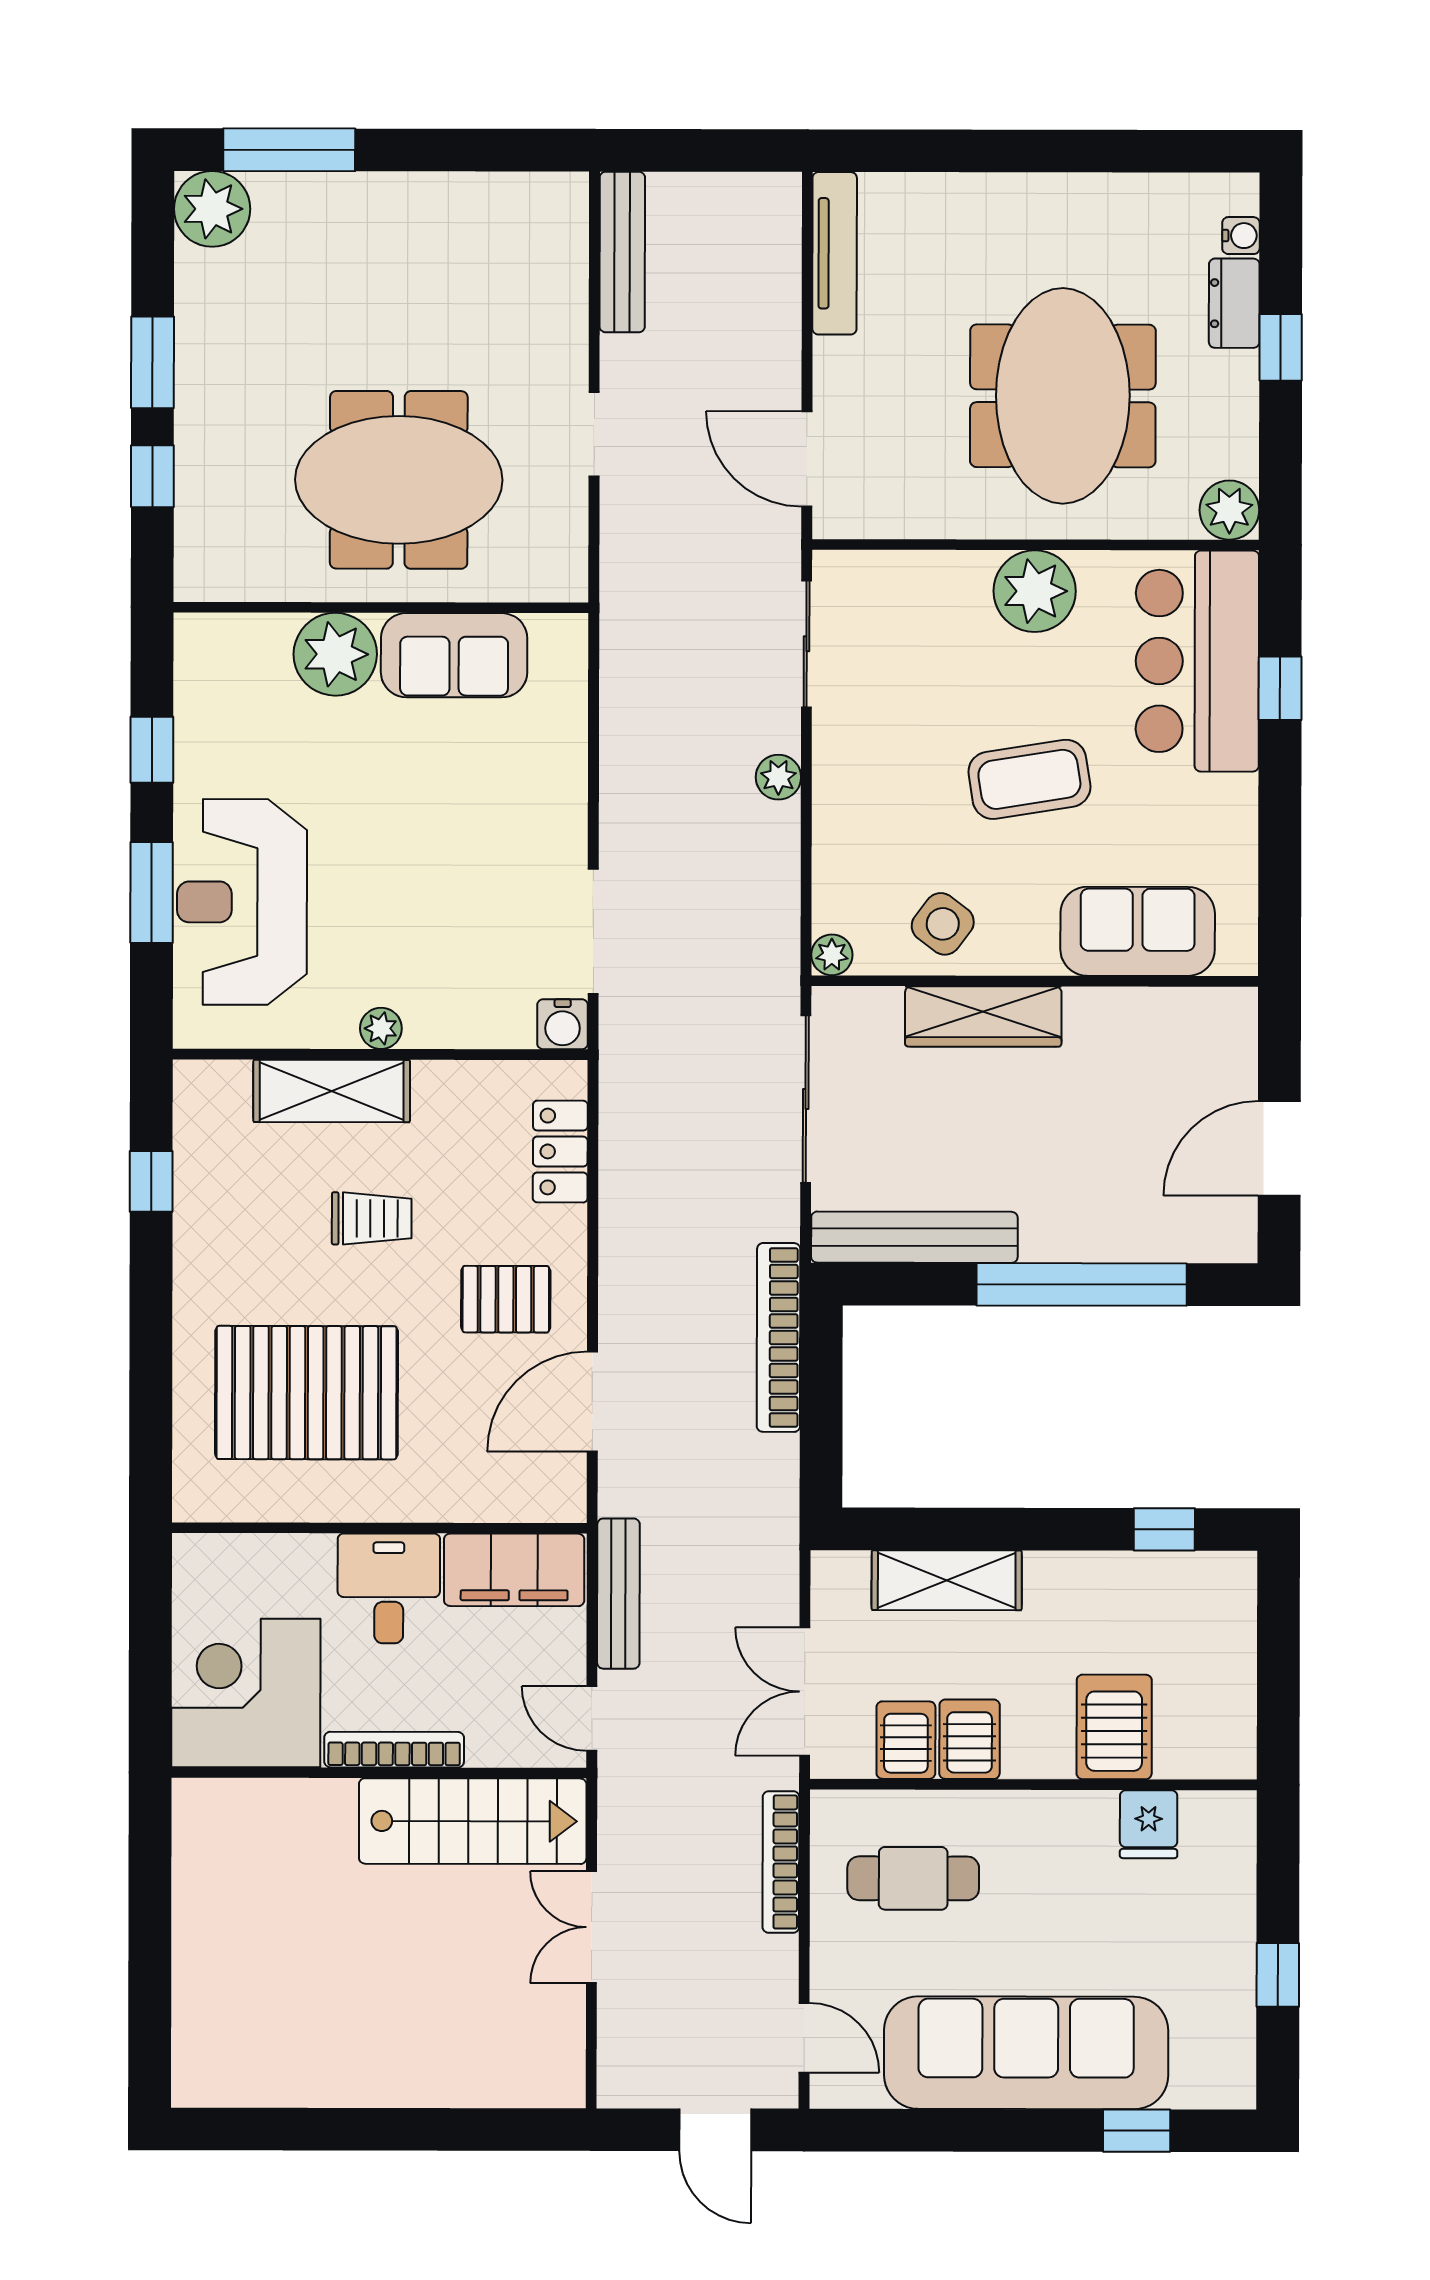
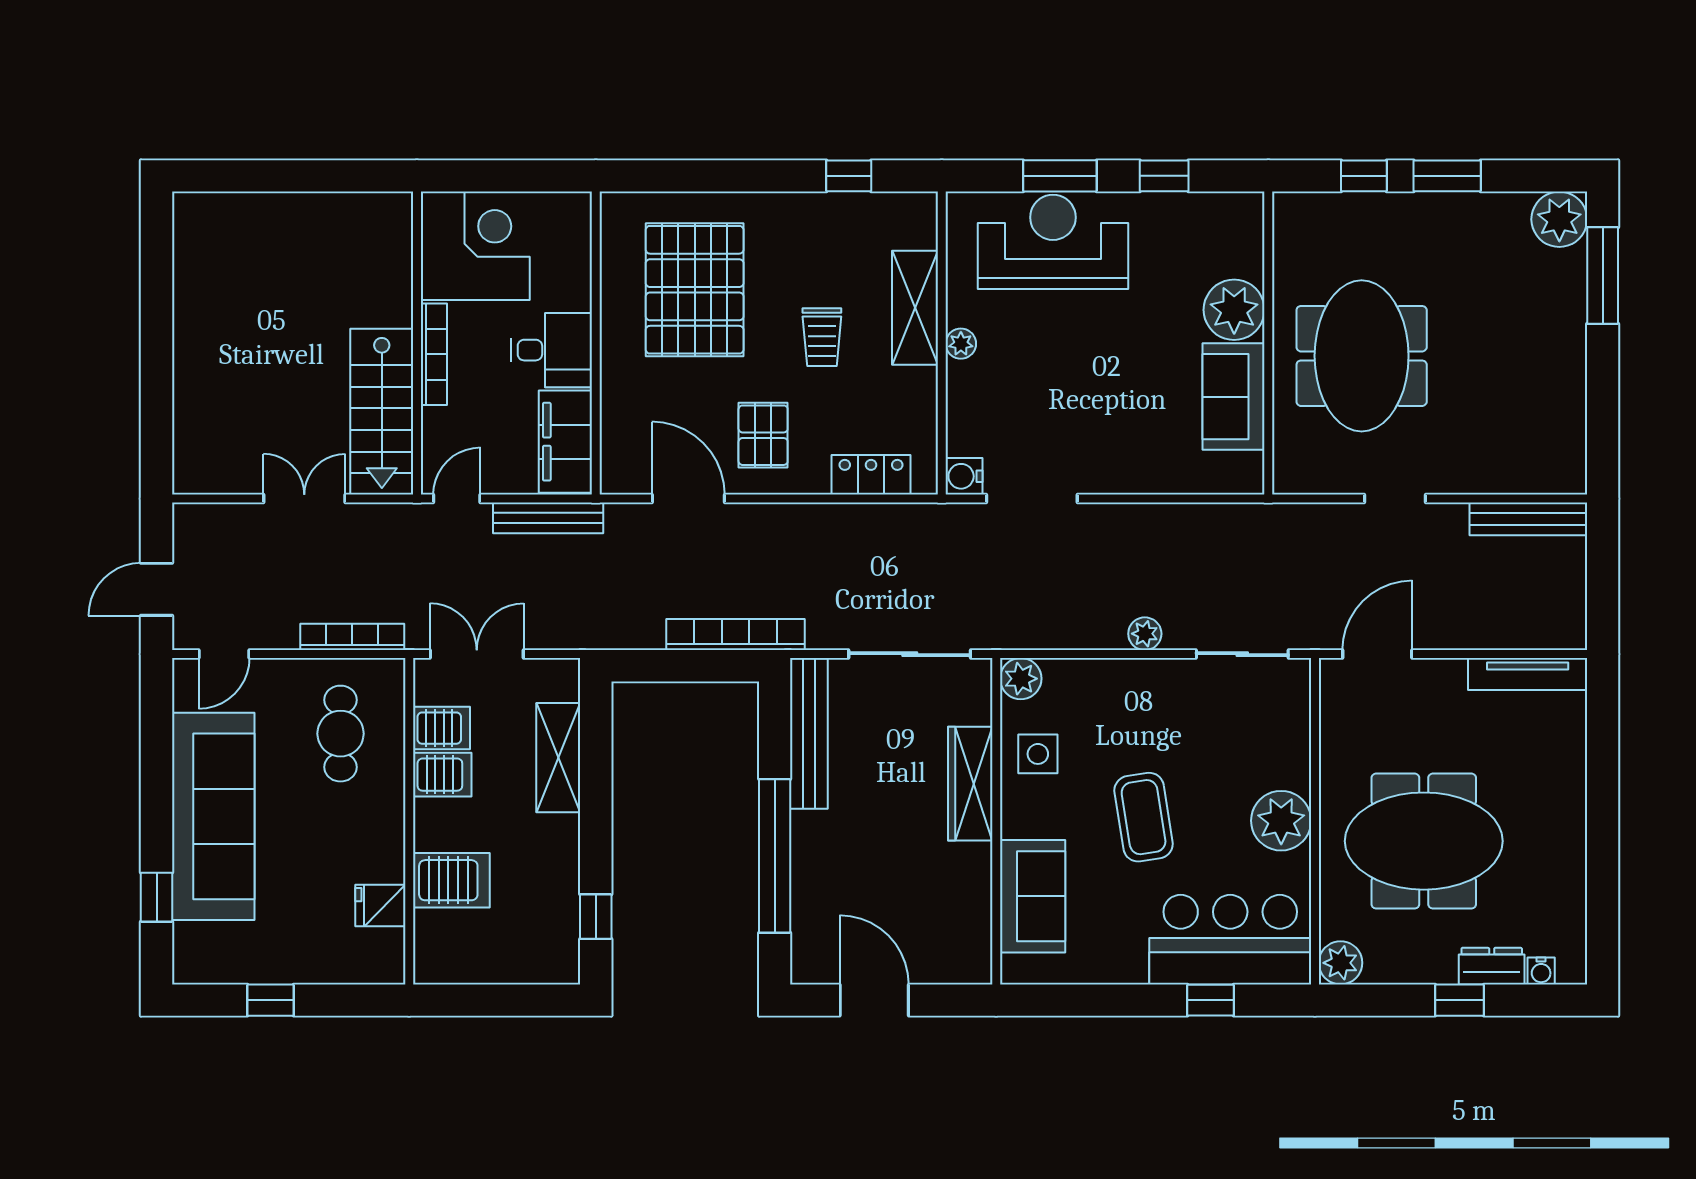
side table: (943, 924) -> (1038, 754), turned -37
plant: (832, 955) -> (1021, 679), width x1.38, depth x1.38

